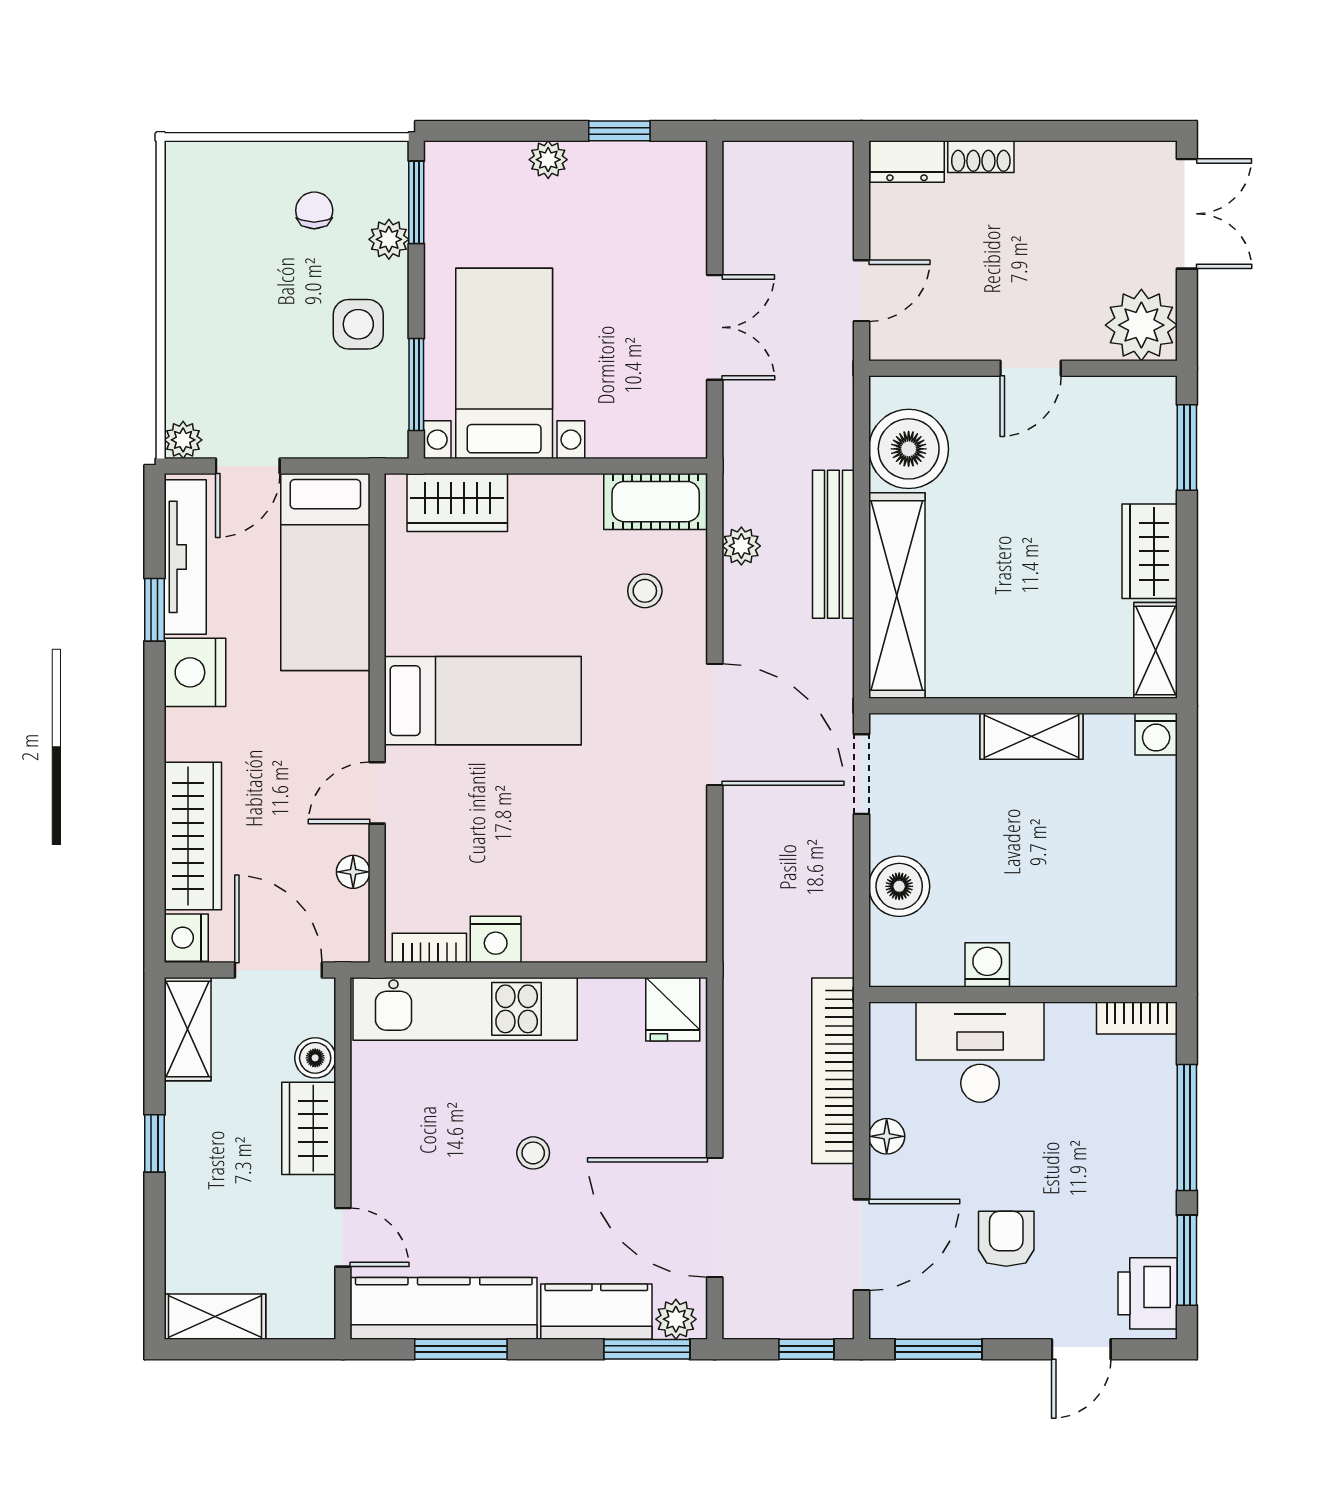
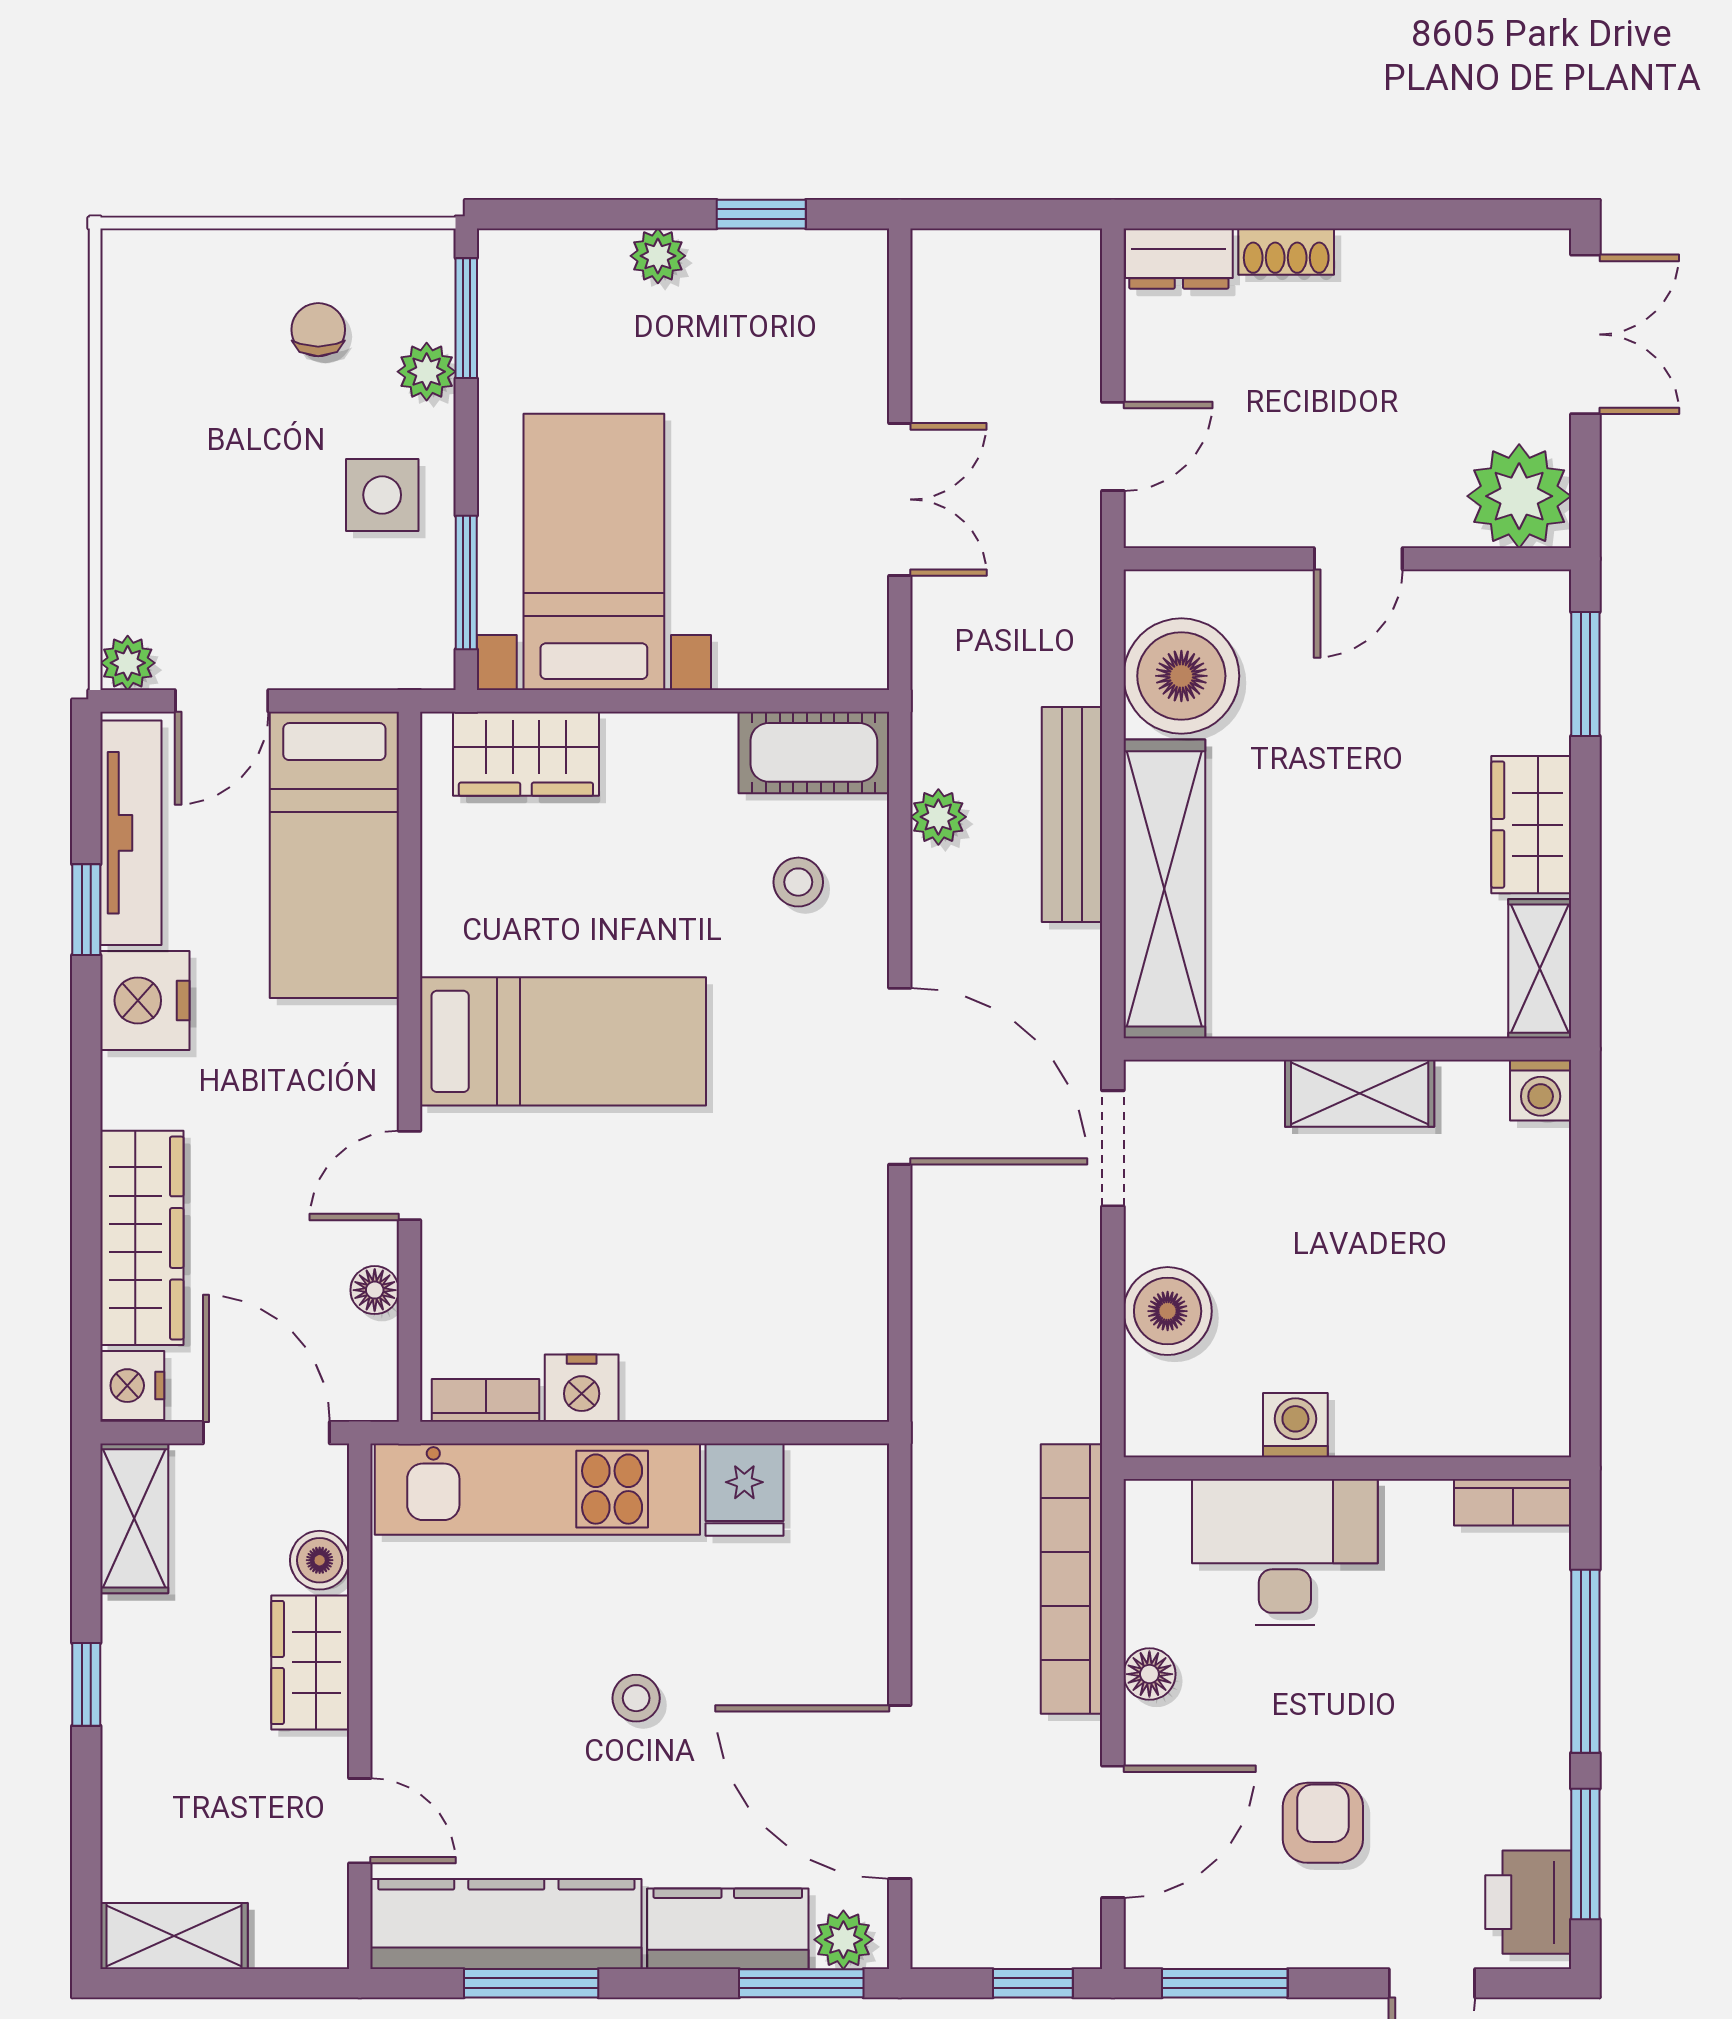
fridge: (673, 1009) -> (744, 1490), moved

